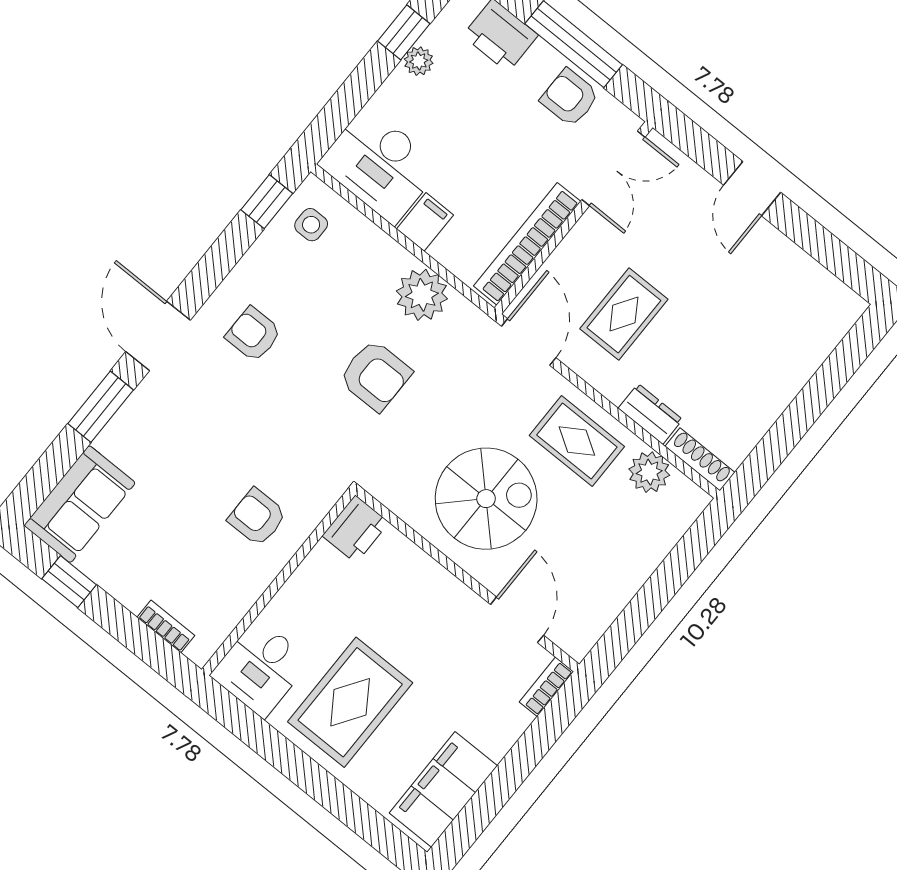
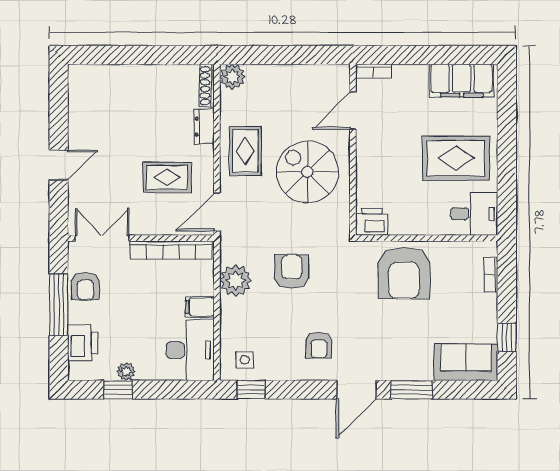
plant: (649, 472) -> (232, 77), moved
armchair: (257, 517) -> (404, 273), width x1.88, depth x1.88

